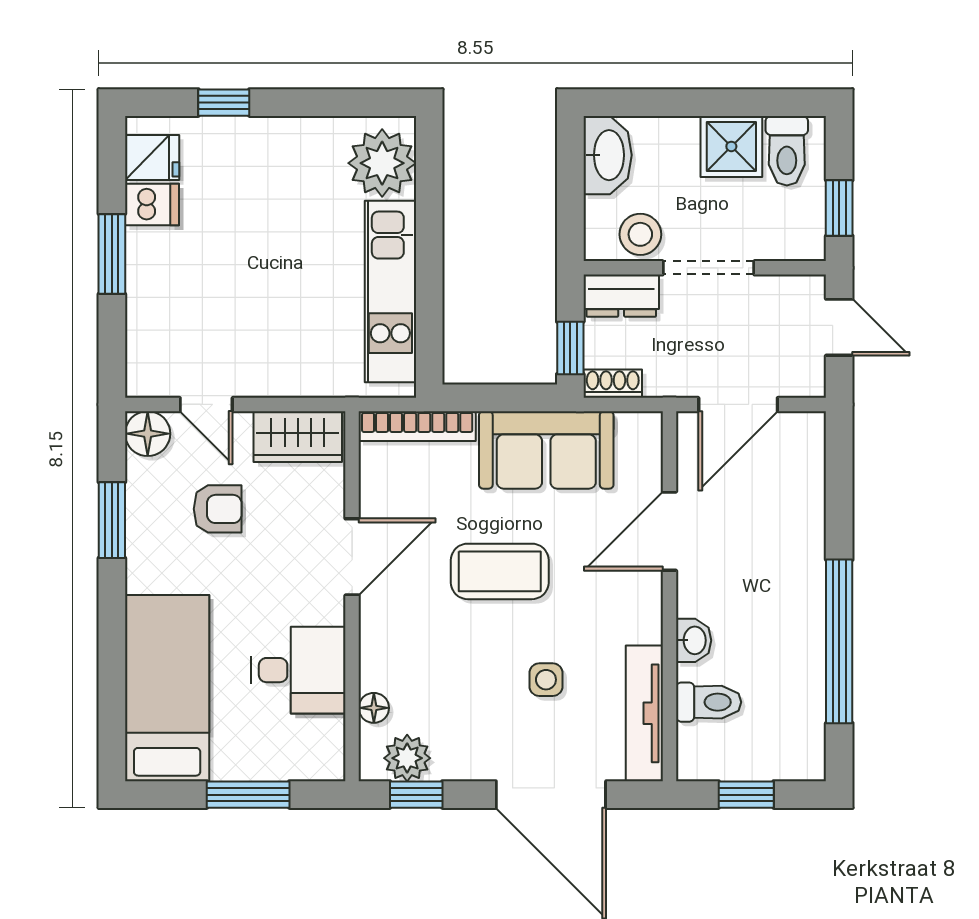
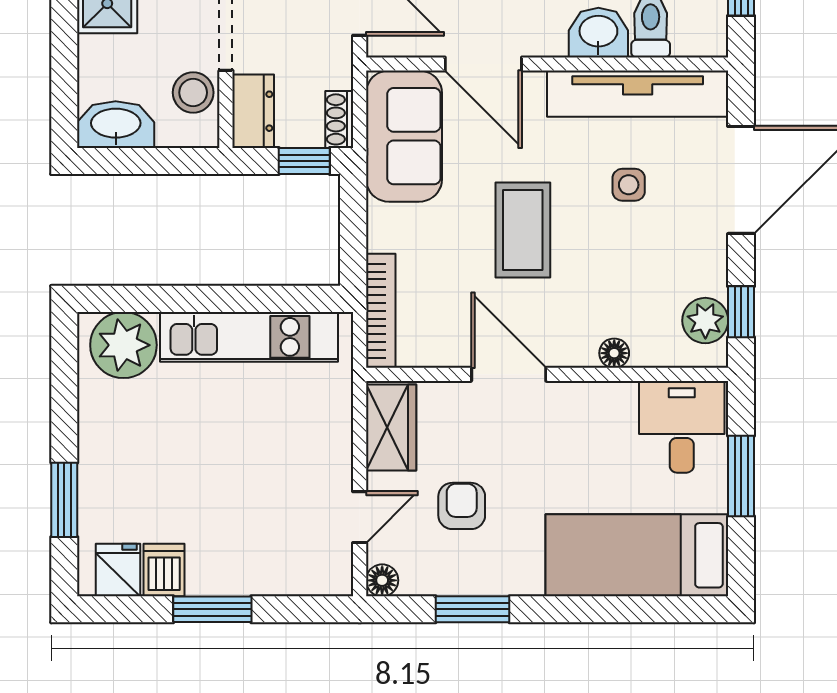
window: (224, 103) -> (64, 500), width x1.50
floor lamp: (148, 434) -> (382, 580), width x0.73, depth x0.73
sofa: (546, 450) -> (404, 136), moved
washbasin: (694, 640) -> (598, 33), width x1.38, depth x1.45
desk: (298, 670) -> (682, 427), moved
floor lamp: (374, 708) -> (614, 353), moved
tv unit: (644, 713) -> (638, 94), width x1.36, depth x1.29

